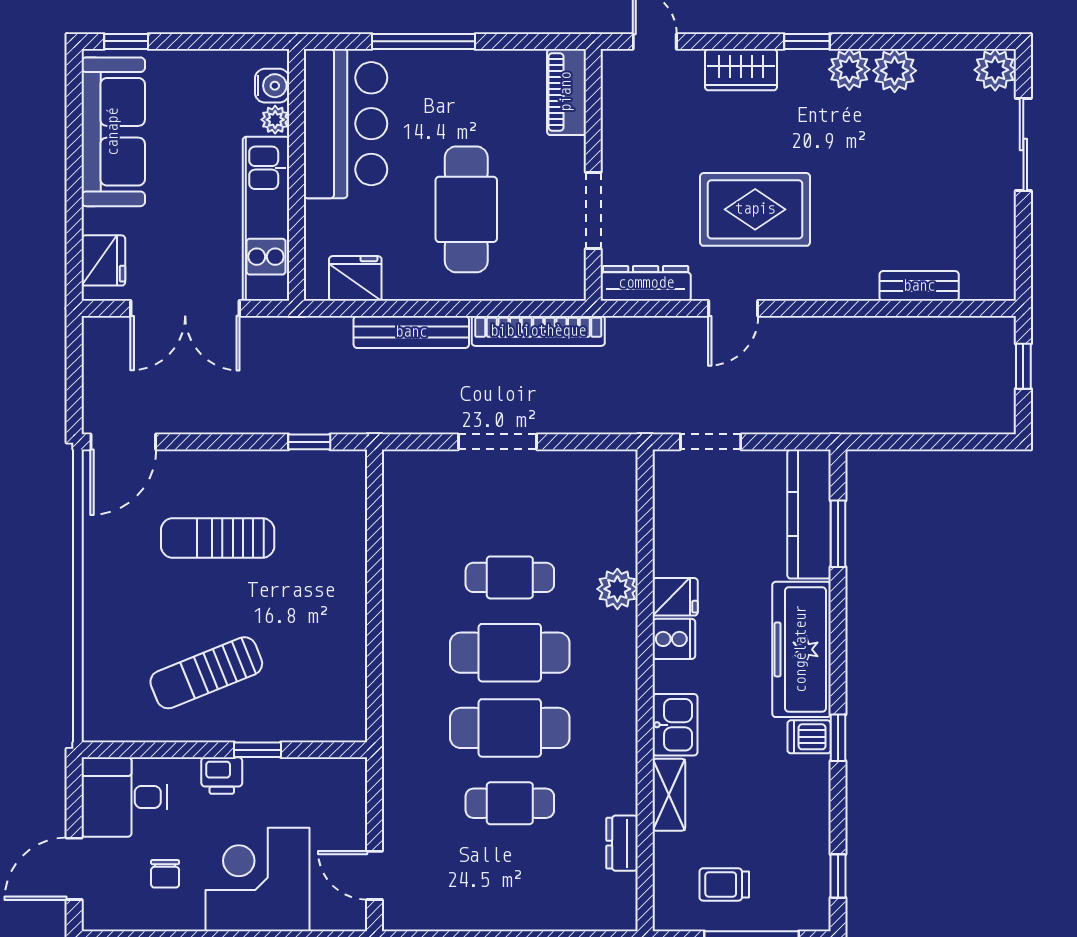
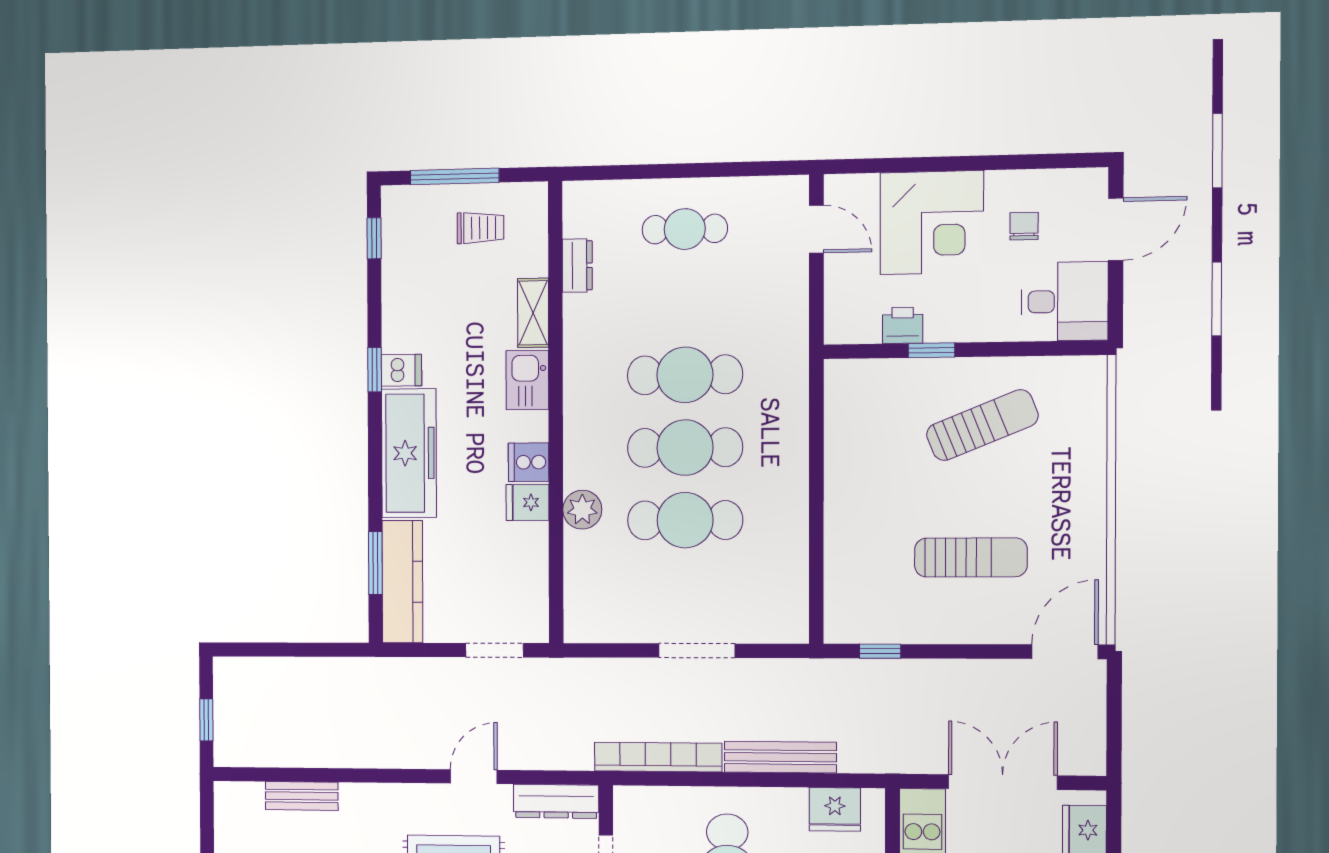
cafe table: (510, 577) -> (685, 520), width x1.37, depth x1.35
printer: (222, 776) -> (903, 325), moved
cafe table: (510, 803) -> (685, 229), moved

